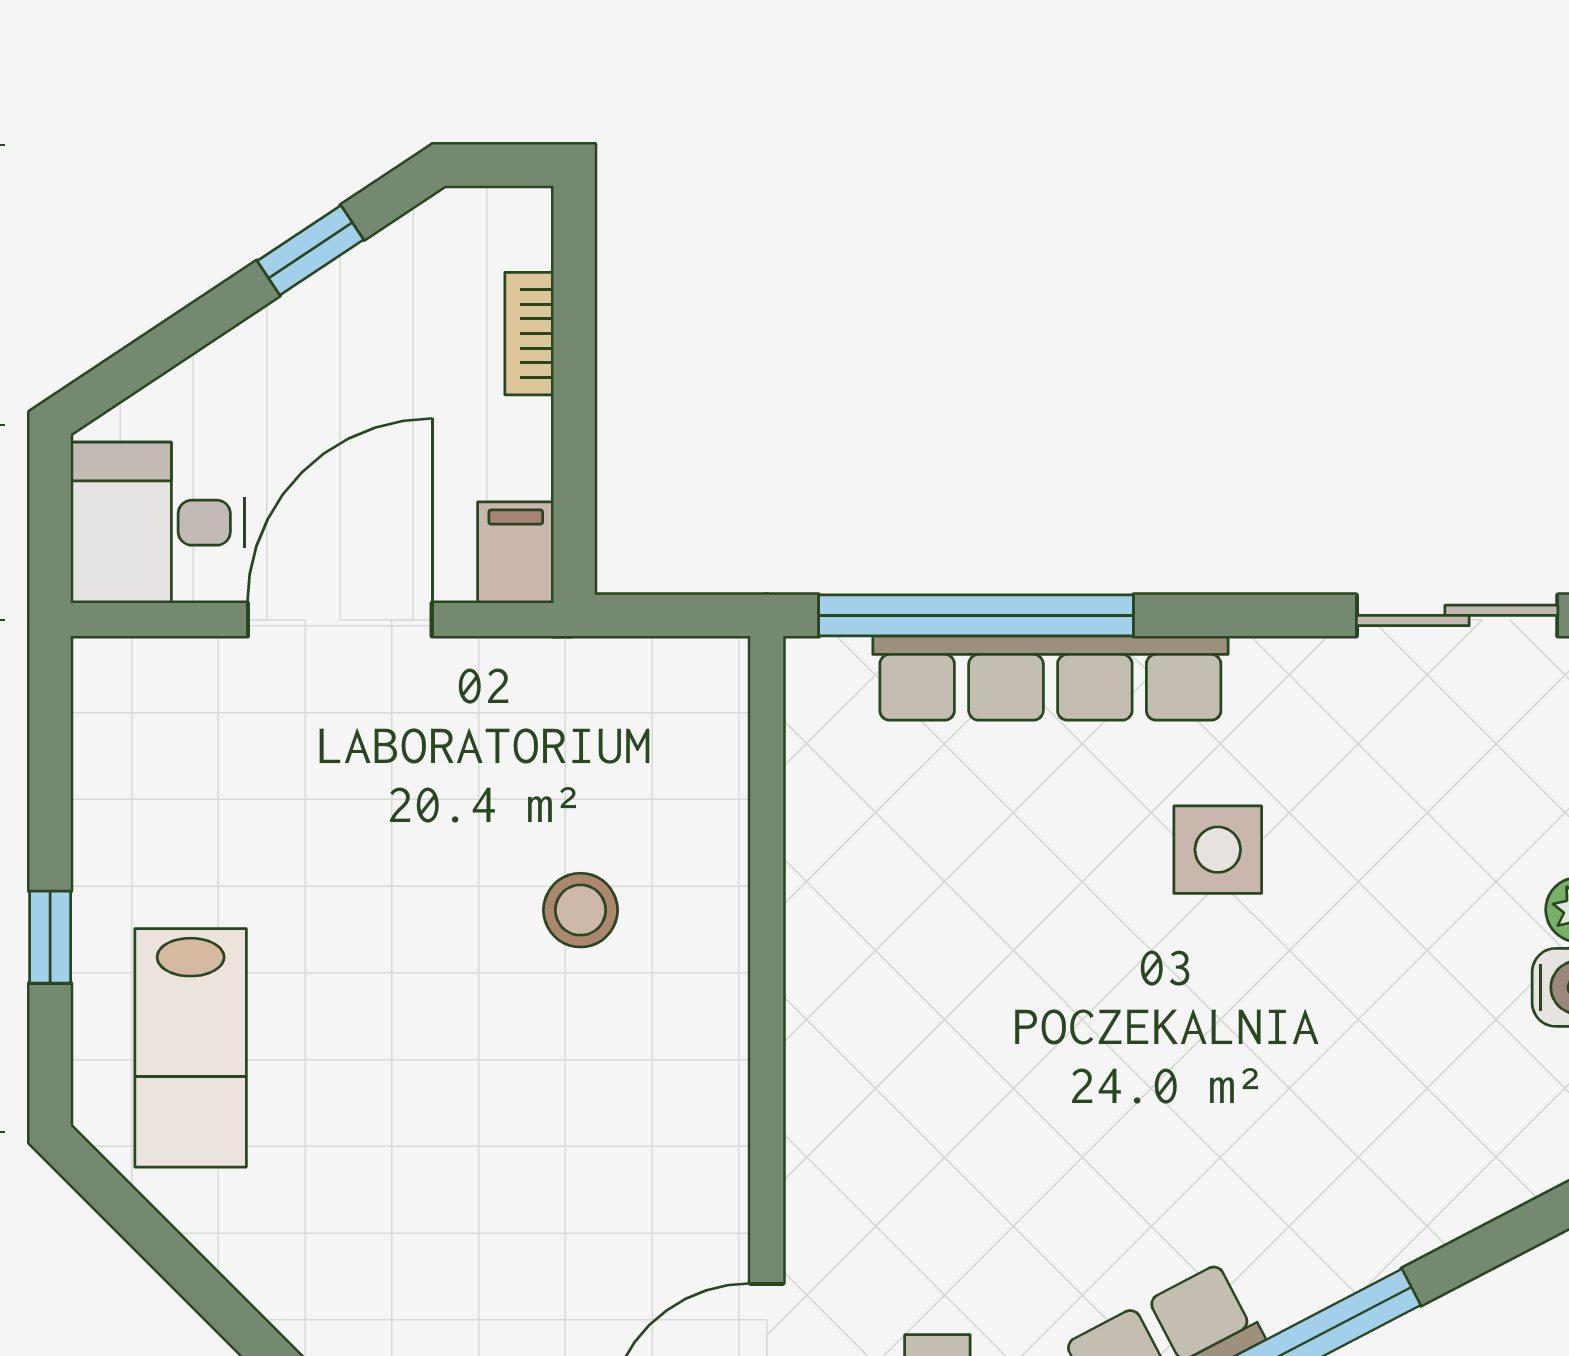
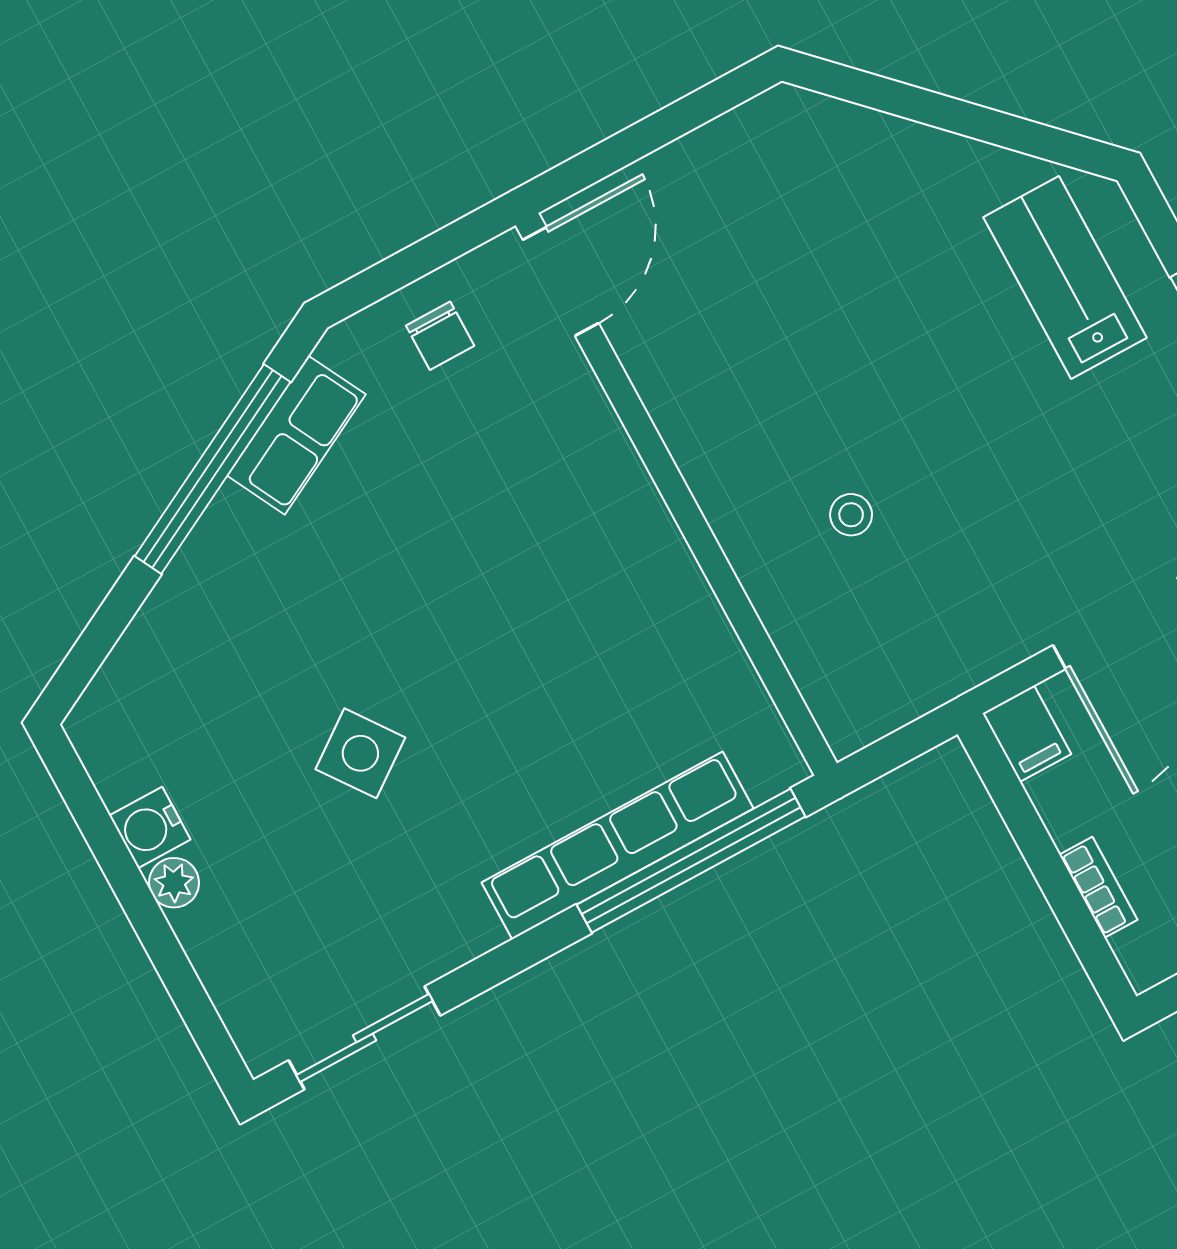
side table: (1218, 850) -> (360, 753), moved, turned -36
stool: (581, 910) -> (851, 515), width x0.73, depth x0.73

